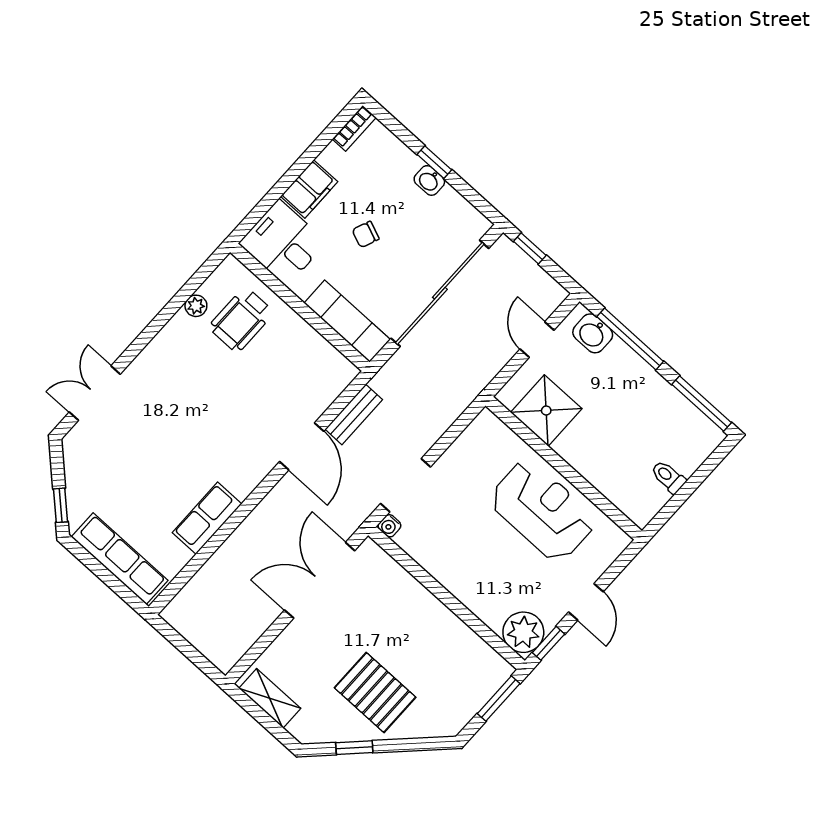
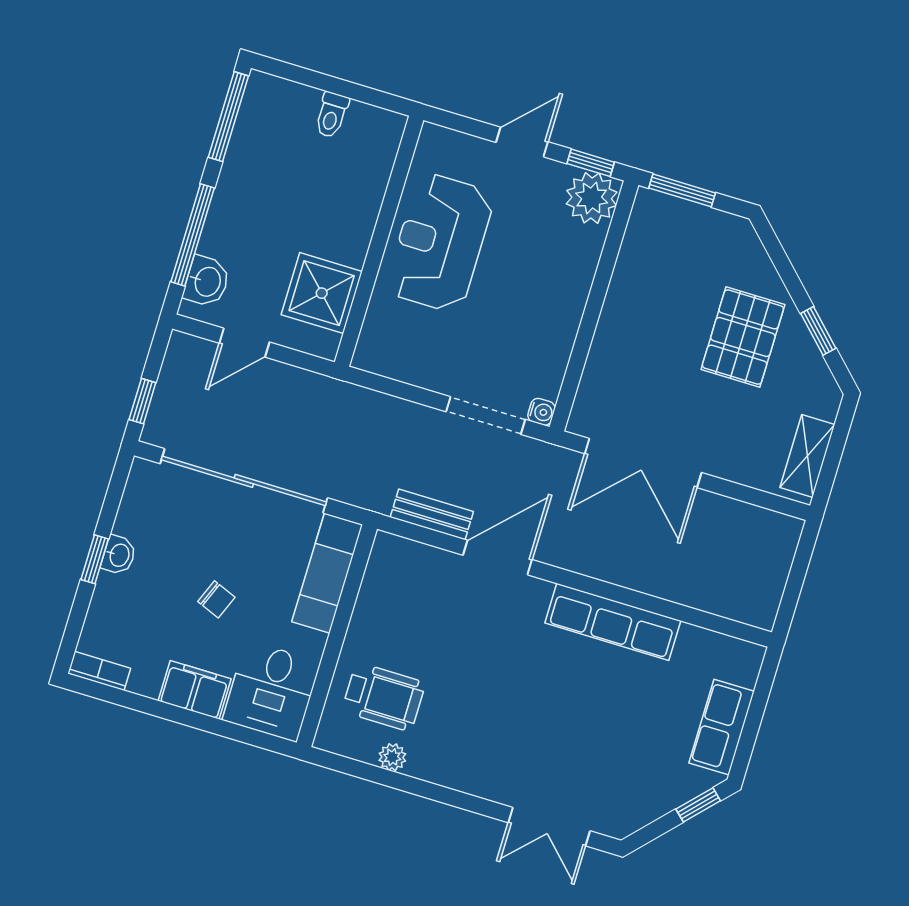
row of seats: (207, 518) -> (613, 622), width x1.48
row of seats: (120, 559) -> (722, 727), width x0.68

